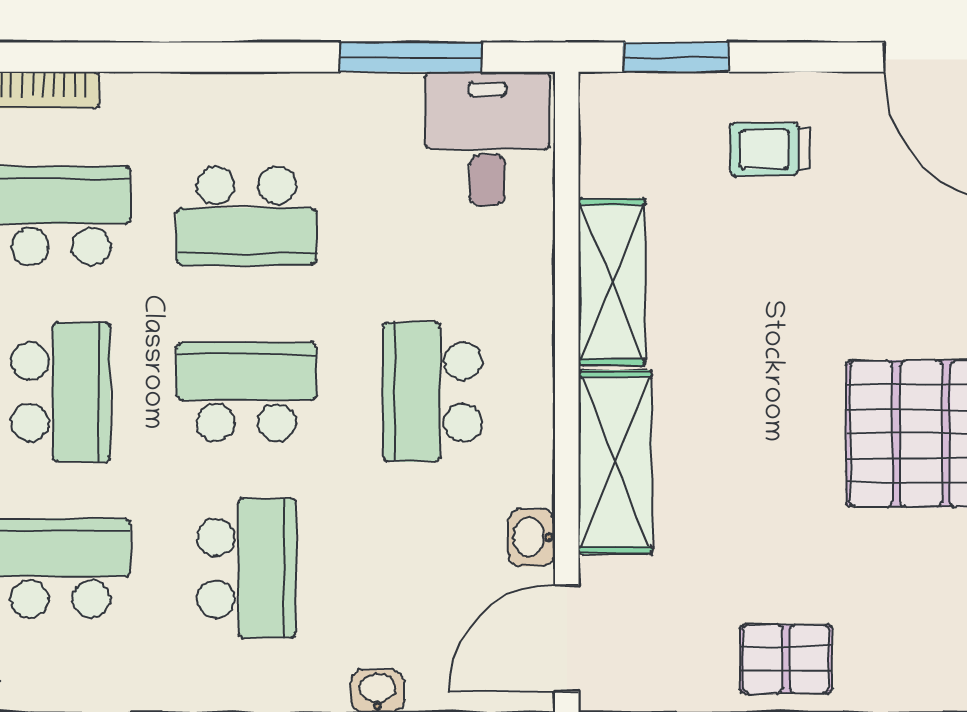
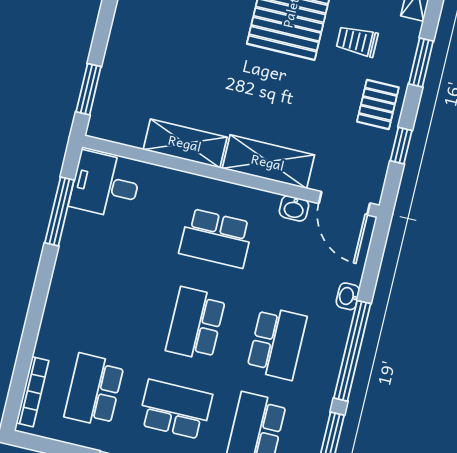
trolley: (770, 149) -> (357, 41), moved, turned 90
school desk: (246, 216) -> (115, 304), removed
school desk: (246, 568) -> (277, 343), turned 90

